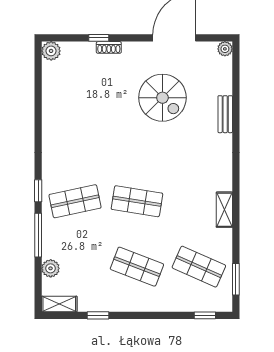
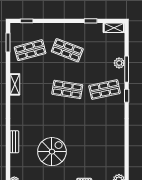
spiral stairs: (162, 98) -> (52, 152), turned 90
shop shelf: (199, 267) -> (30, 50), turned -39
plant: (51, 268) -> (119, 63), moved

